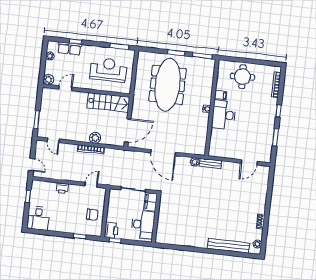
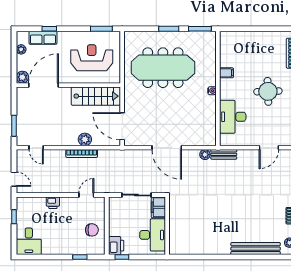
round table: (242, 77) -> (268, 91), moved
meeting table: (168, 85) -> (163, 68), turned 90
door: (65, 88) -> (43, 85), width x1.87
desk: (224, 115) -> (233, 117), moved
door: (128, 130) -> (122, 126), swing flipped

